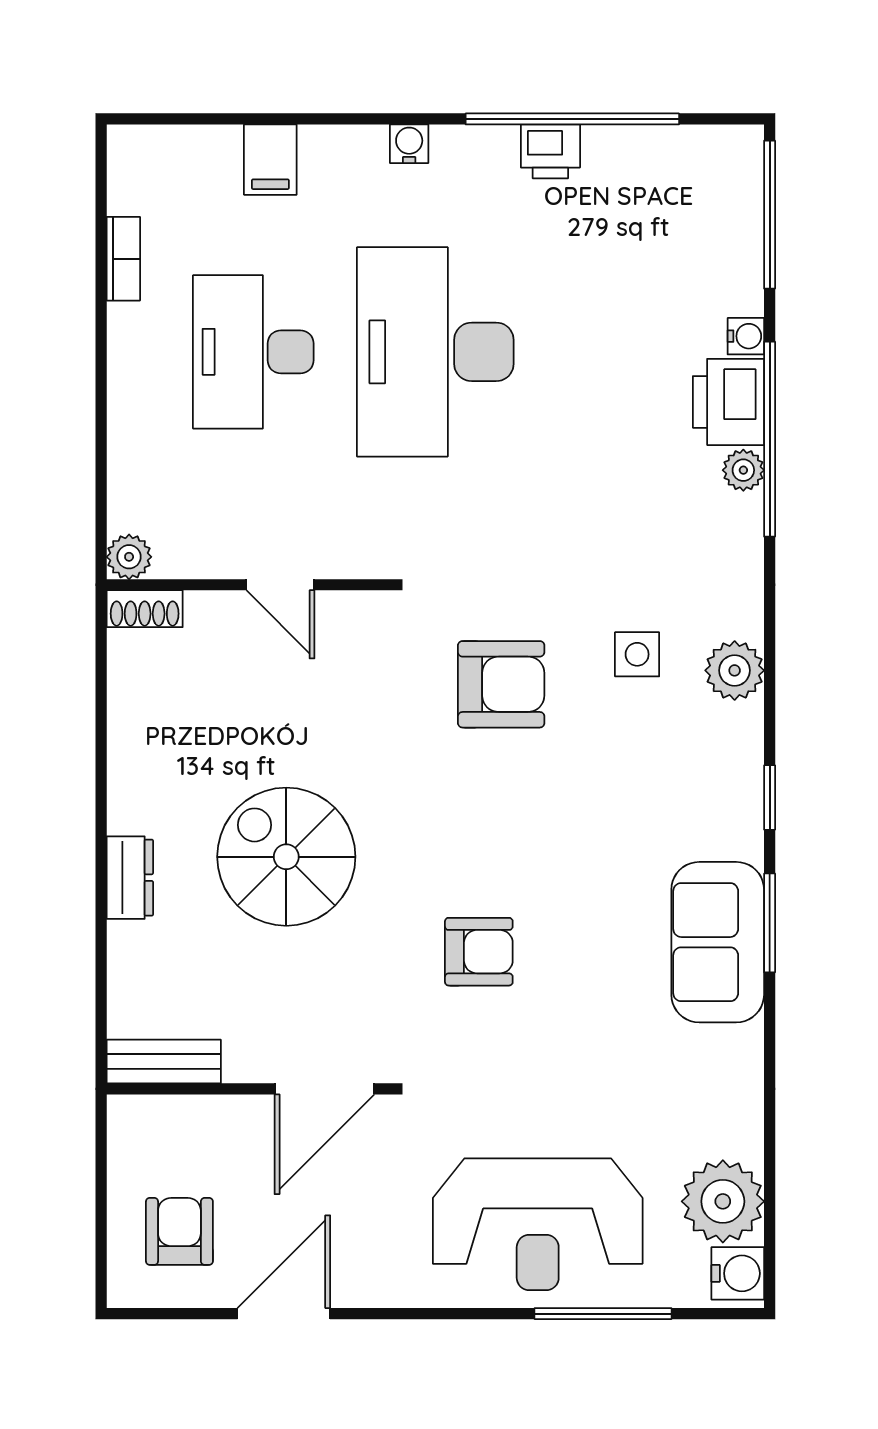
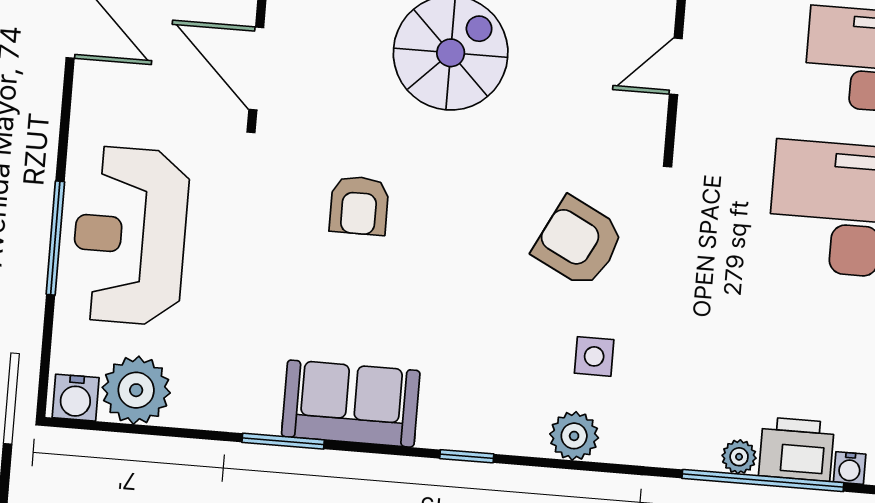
armchair: (501, 684) -> (579, 242), turned 117
window: (770, 923) -> (283, 441), moved
window: (603, 1314) -> (55, 238), moved

